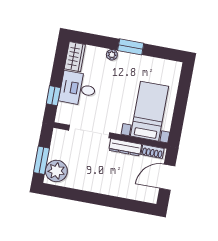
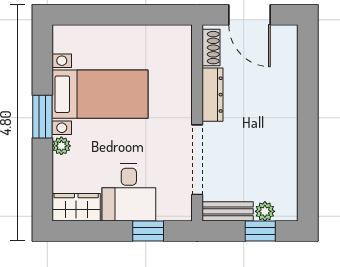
bed with nightstands: (150, 111) -> (100, 94), moved, turned 180
bench: (56, 144) -> (228, 211), added
window: (41, 160) -> (260, 231), width x0.67
plant: (56, 171) -> (265, 211), width x0.53, depth x0.53

